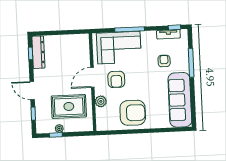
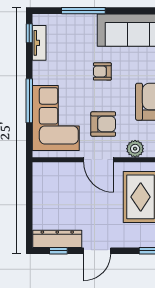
armchair: (164, 61) -> (102, 71), moved
door: (32, 90) -> (97, 251), moved

